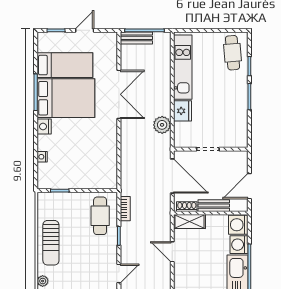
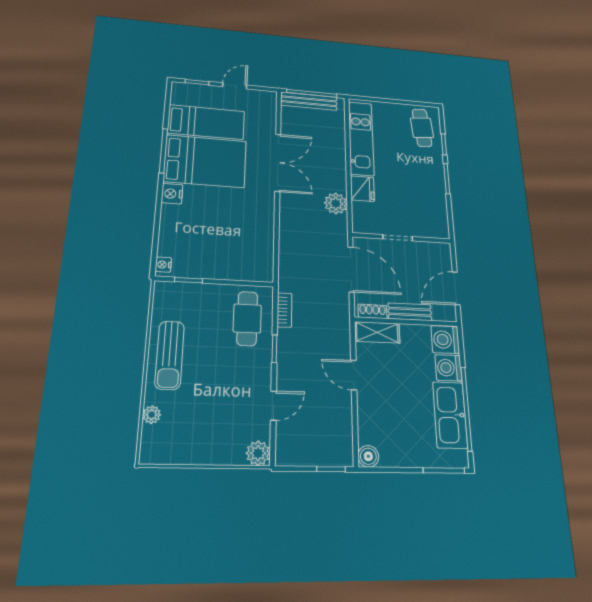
bench: (136, 38) -> (309, 101), width x1.36
nightstand: (42, 157) -> (163, 265), moved

